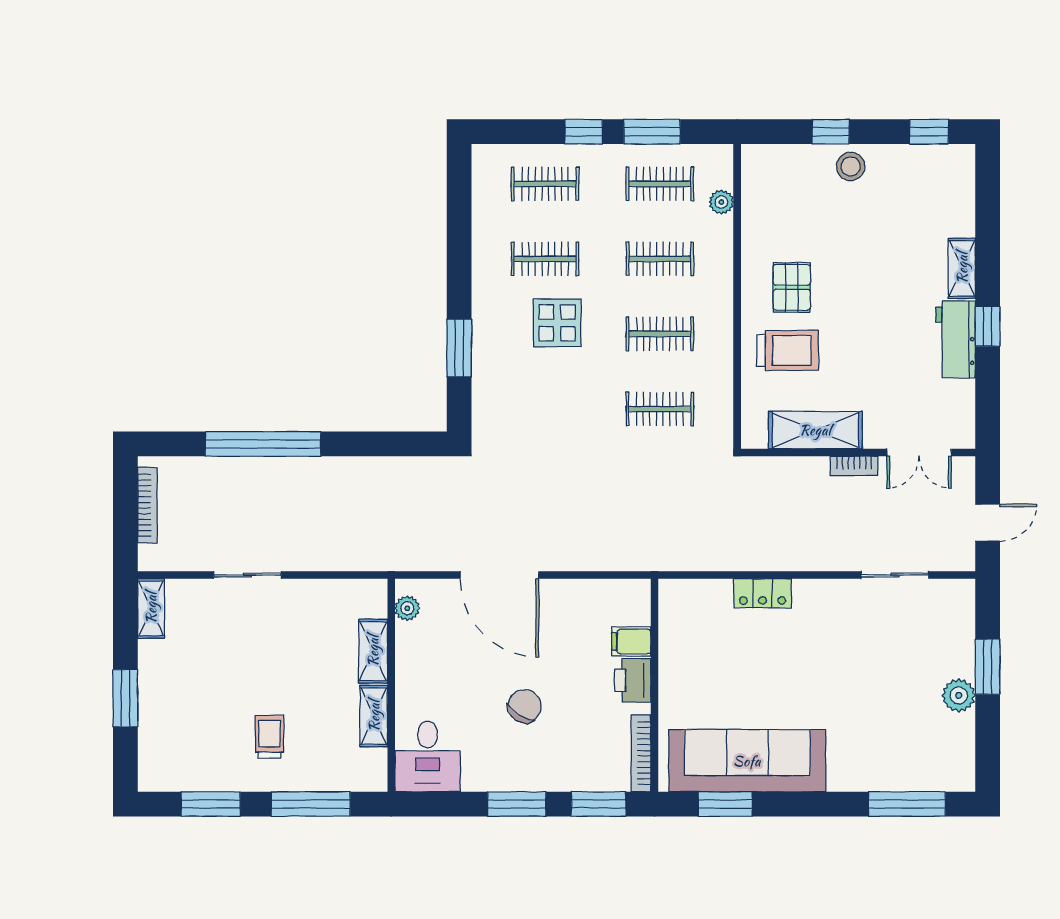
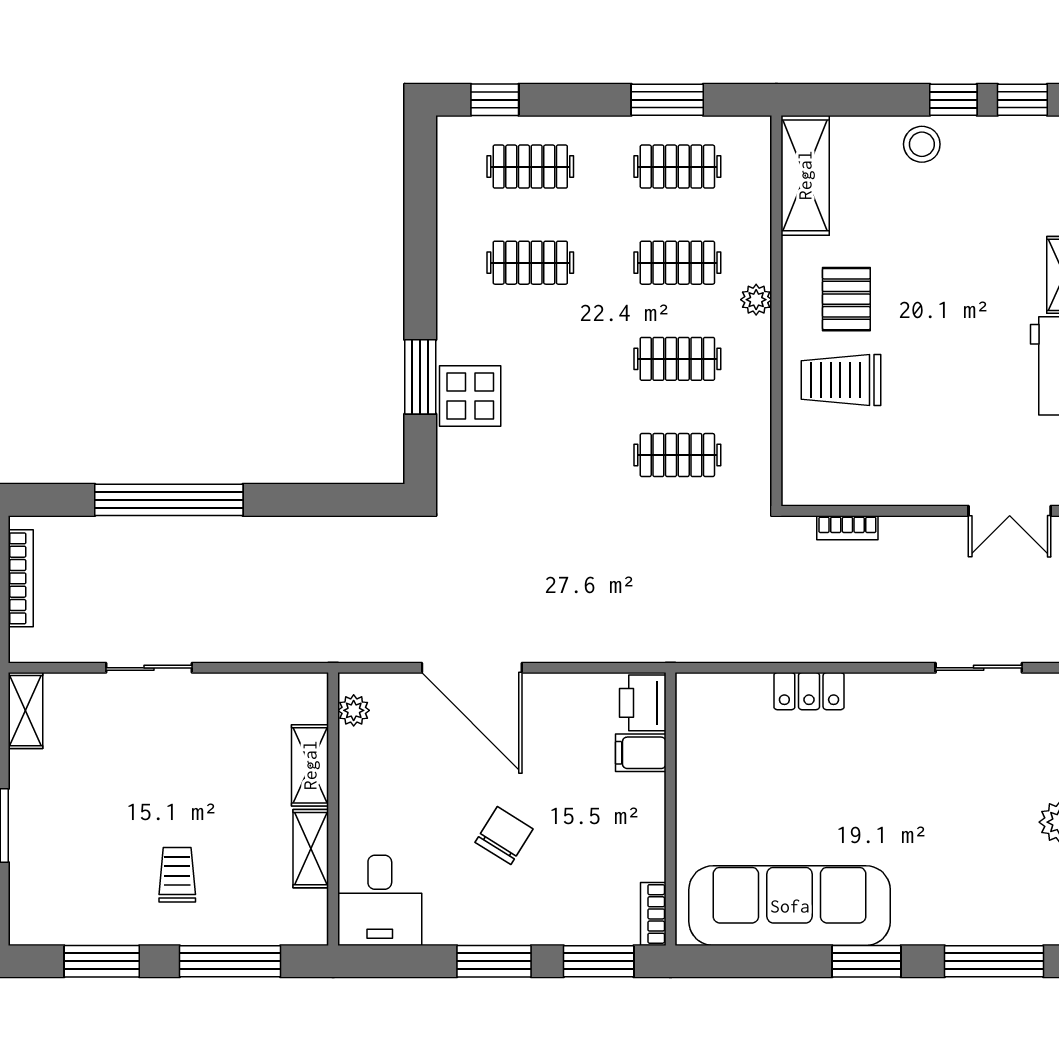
window: (584, 132) -> (495, 100), moved
window: (831, 132) -> (953, 100), moved
plant: (721, 202) -> (756, 300), moved
display table: (557, 323) -> (470, 396), moved
trolley: (788, 350) -> (841, 380), turned 180
shelving: (815, 430) -> (805, 175), moved, turned 90
bookcase: (854, 466) -> (847, 528), moved
printer: (633, 680) -> (643, 703), moved
bookcase: (641, 753) -> (653, 914), width x0.64
window: (725, 804) -> (866, 961), moved

